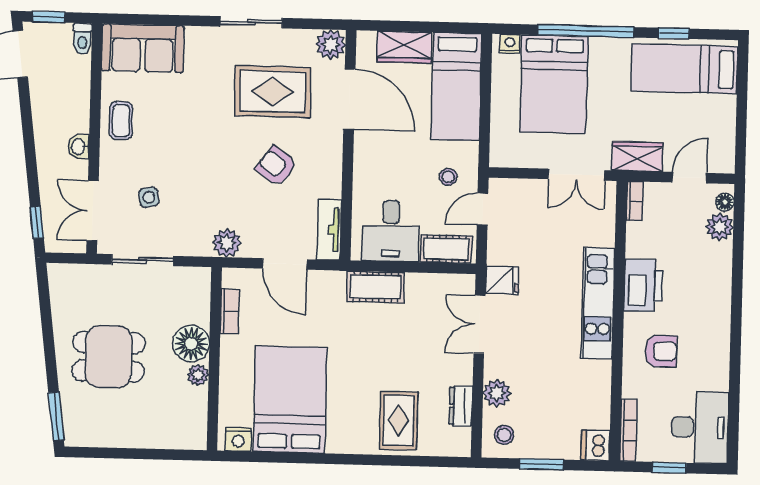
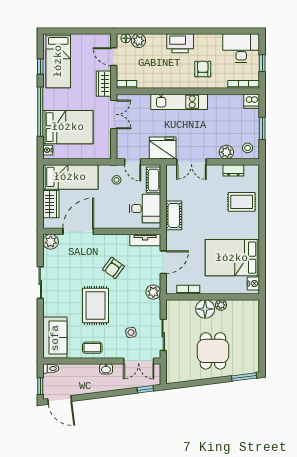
rug: (273, 92) -> (96, 306), moved
fridge: (502, 281) -> (163, 148), width x1.88, depth x1.34
printer: (643, 285) -> (180, 43), moved, turned 180

